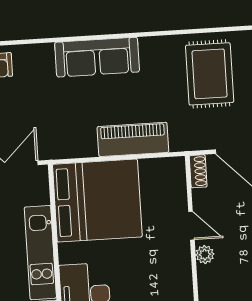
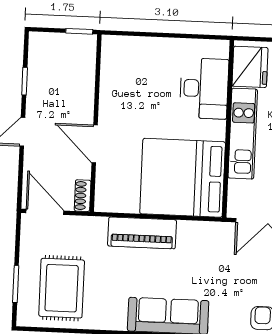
door: (191, 226) -> (95, 144), width x1.38
plant: (205, 254) -> (85, 115), removed

